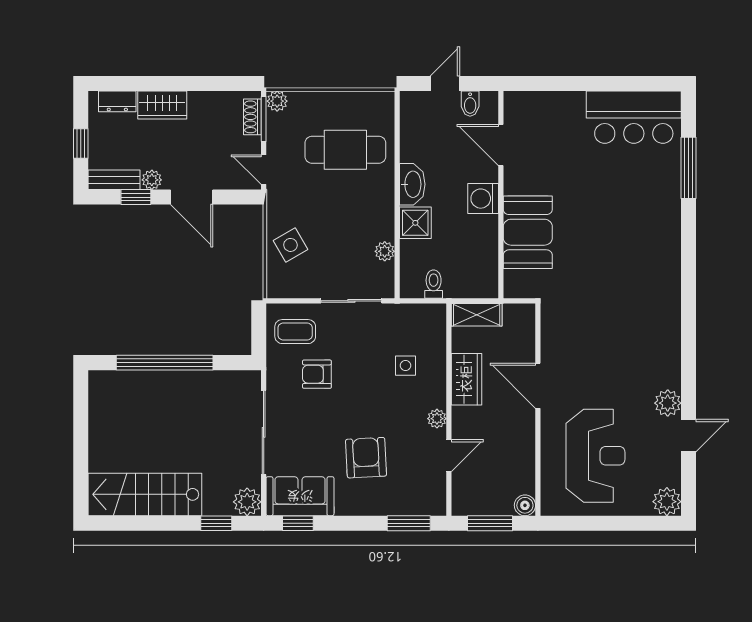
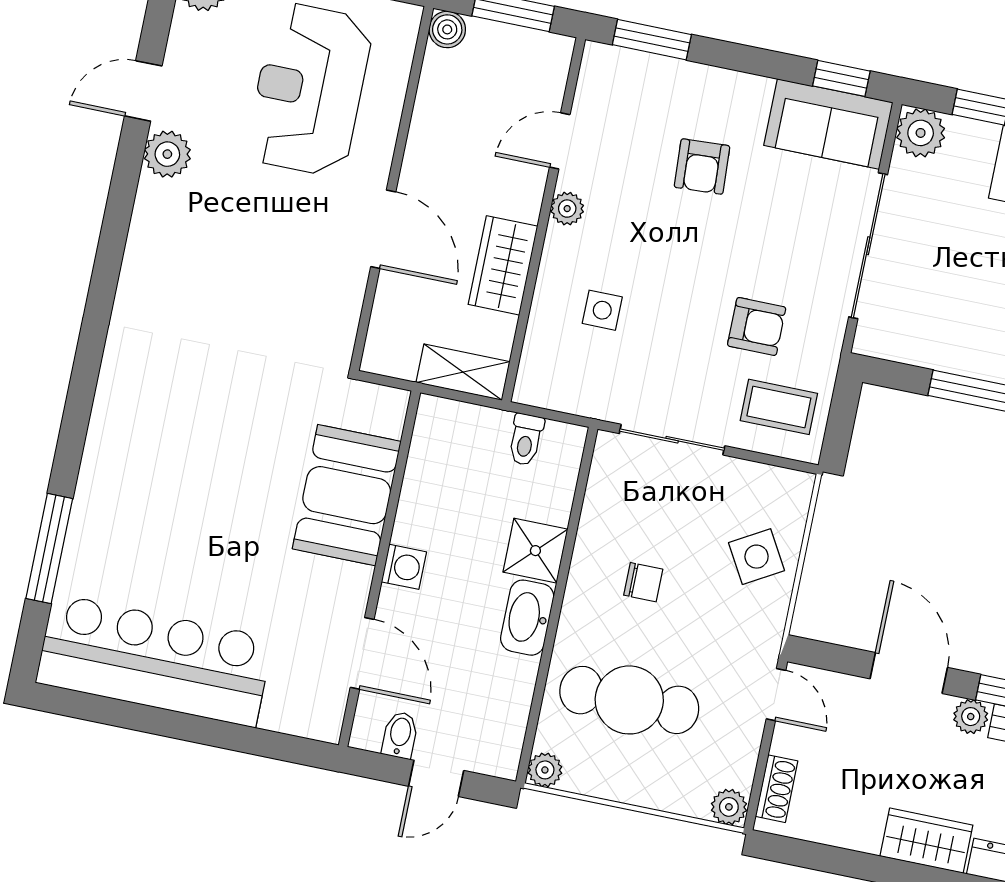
bar counter: (634, 117) -> (154, 661), width x1.36
window: (264, 119) -> (758, 781), removed
washing machine: (483, 199) -> (404, 567), width x0.73, depth x0.73
chair: (351, 217) -> (643, 582), added
plant: (385, 251) -> (545, 770), moved
armchair: (366, 458) -> (702, 167), width x0.72, depth x0.72

